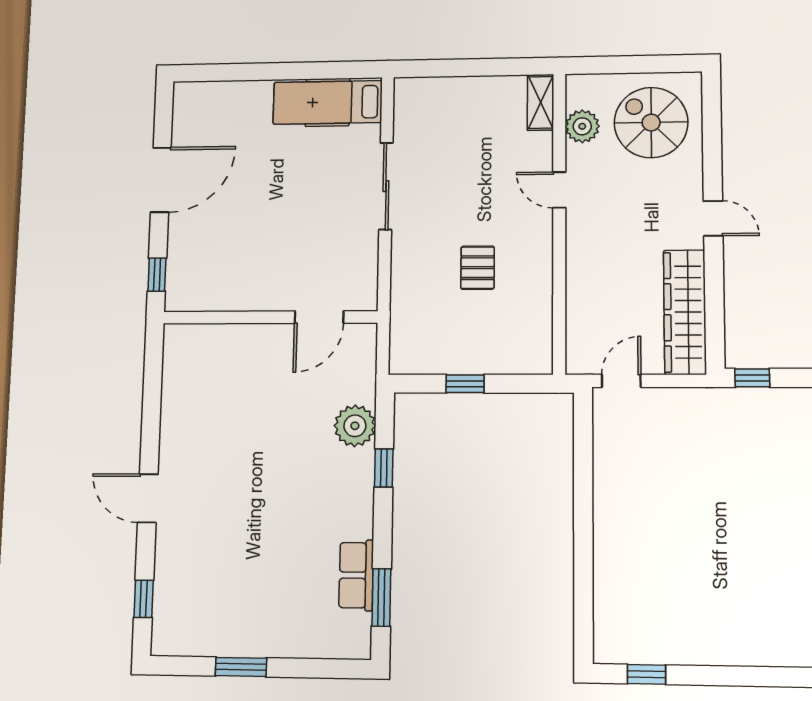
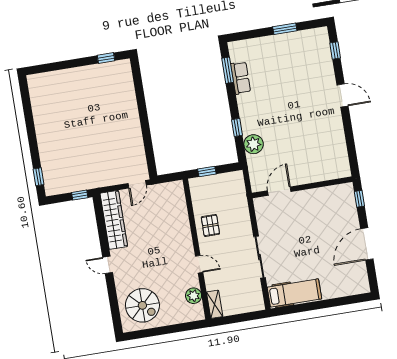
shelving: (541, 102) -> (215, 304), moved
plant: (582, 126) -> (194, 296), moved
door: (559, 190) -> (199, 264), moved
wall: (559, 222) -> (197, 249), moved

